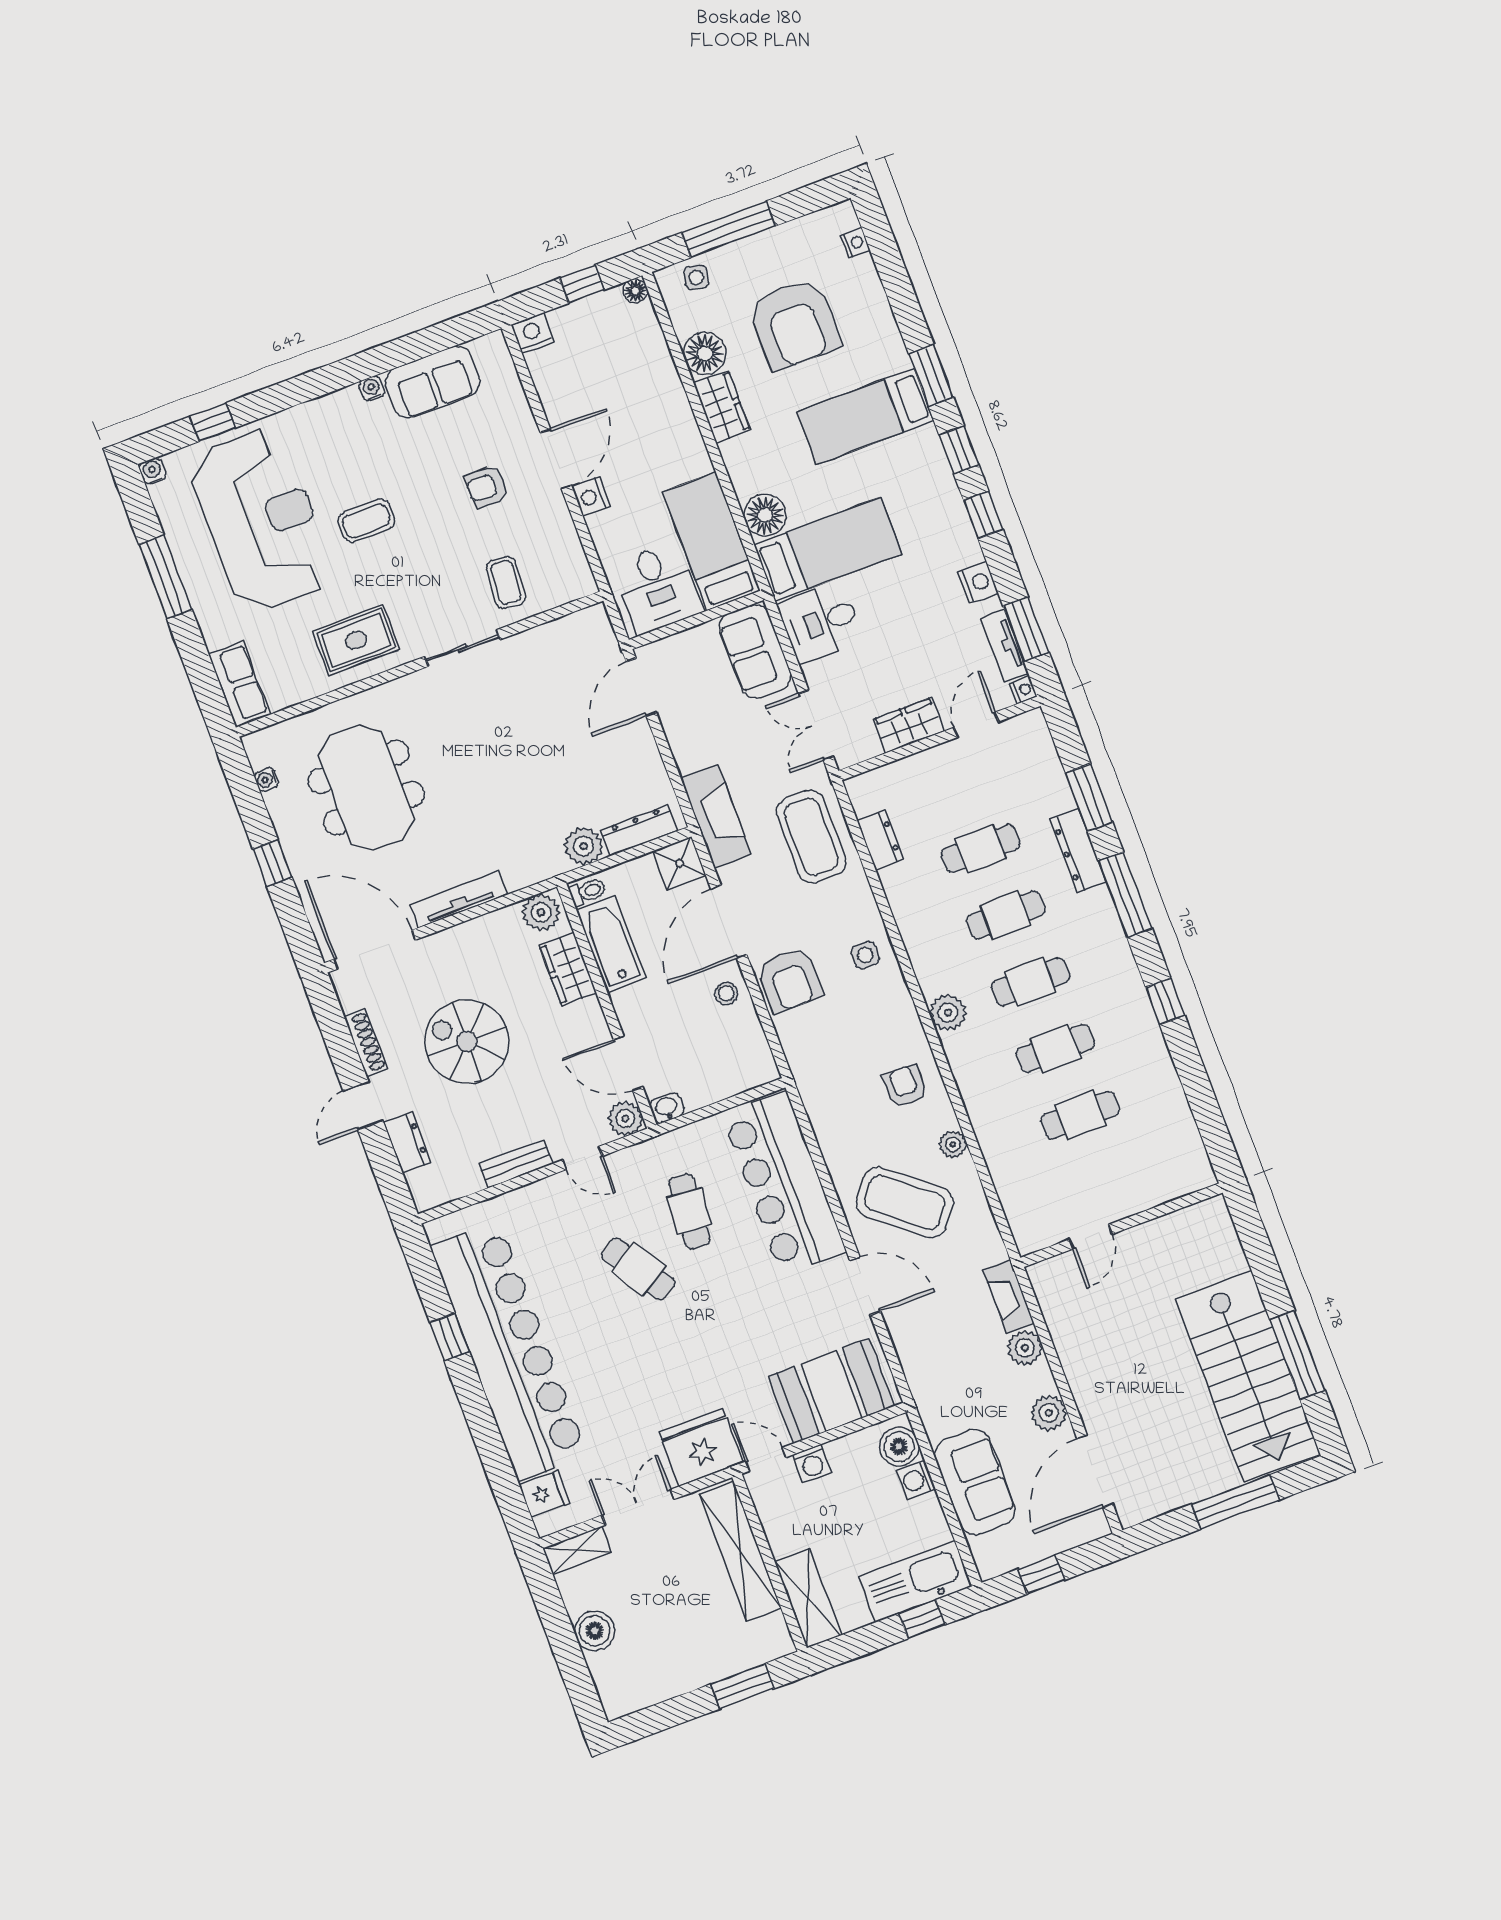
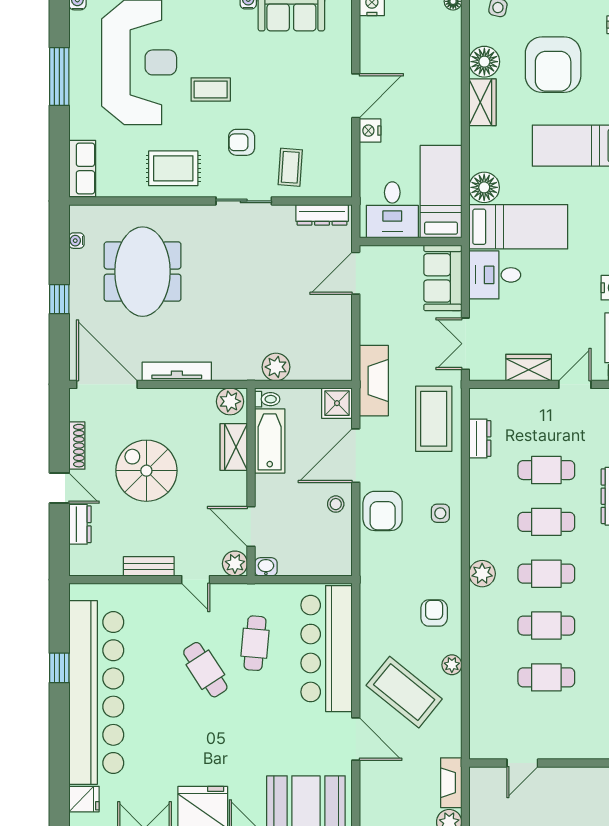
armchair: (487, 486) -> (242, 142), moved
dresser: (639, 830) -> (322, 215), moved, turned 180
door: (363, 1106) -> (59, 488), swing flipped

